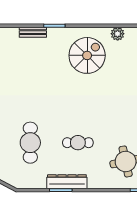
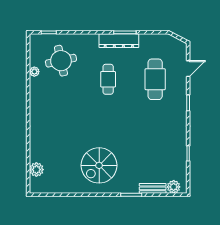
plant: (118, 34) -> (174, 187), moved
cafe table: (78, 143) -> (108, 79), turned 90

